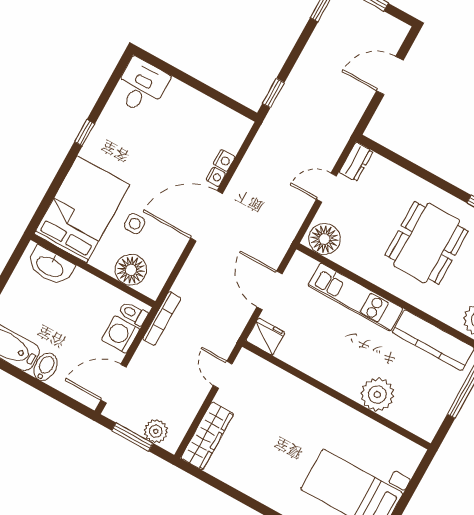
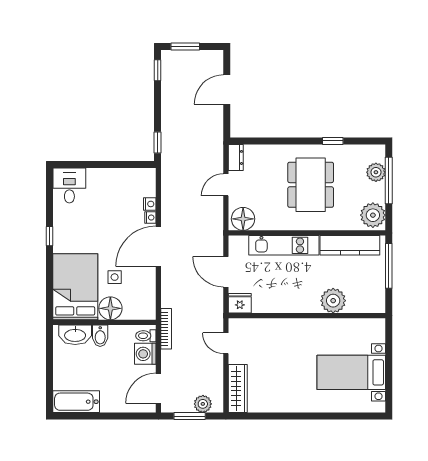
floor lamp: (131, 270) -> (110, 308), moved
bidet: (46, 367) -> (100, 336), moved, turned 180

